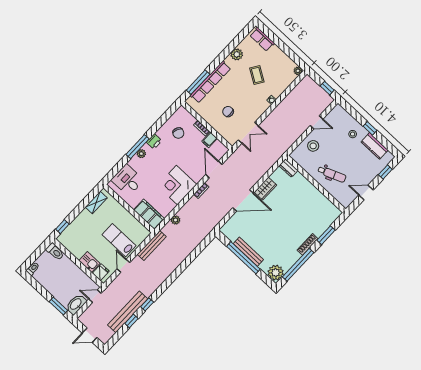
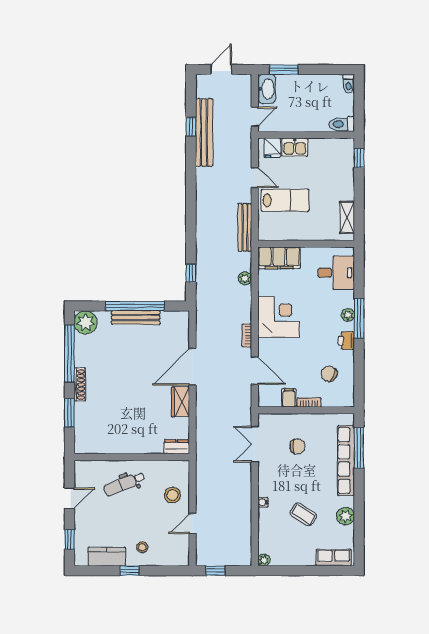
window: (147, 304) -> (191, 273), moved

